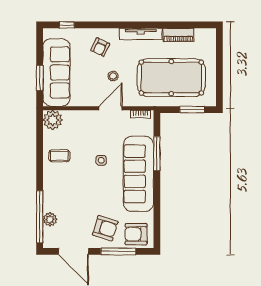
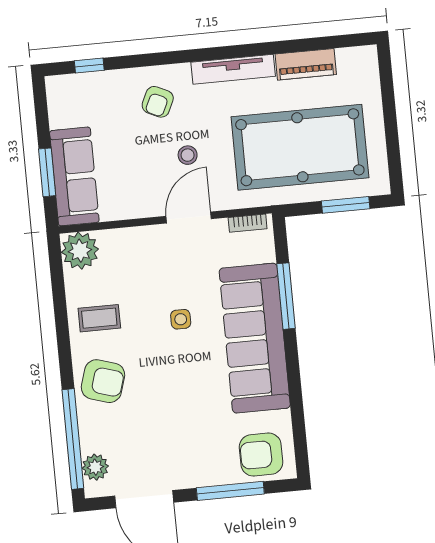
sofa: (56, 72) -> (74, 176), width x0.74, depth x0.79
plant: (50, 219) -> (95, 467), moved
armchair: (105, 228) -> (103, 381), moved

